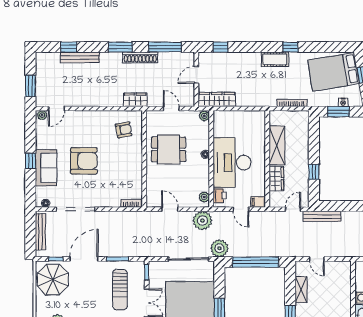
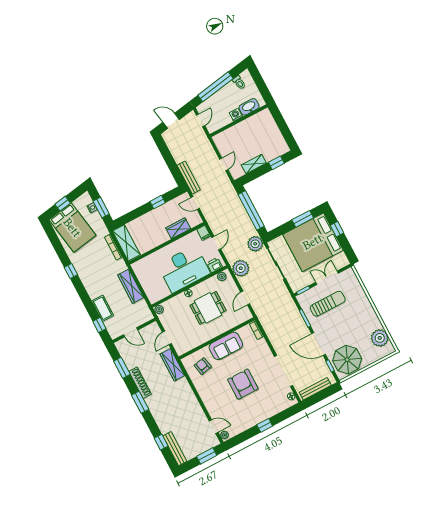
window: (165, 47) -> (122, 368), width x0.69
bench: (80, 57) -> (175, 449), moved
cot: (275, 59) -> (103, 308), moved
wardrobe: (217, 99) -> (131, 286), moved
wardrobe: (135, 100) -> (172, 365), width x1.50
shelving: (277, 146) -> (126, 243), moved, turned 90
dining table: (169, 149) -> (208, 308), moved, turned 90
sofa: (46, 168) -> (226, 346), moved, turned 180

